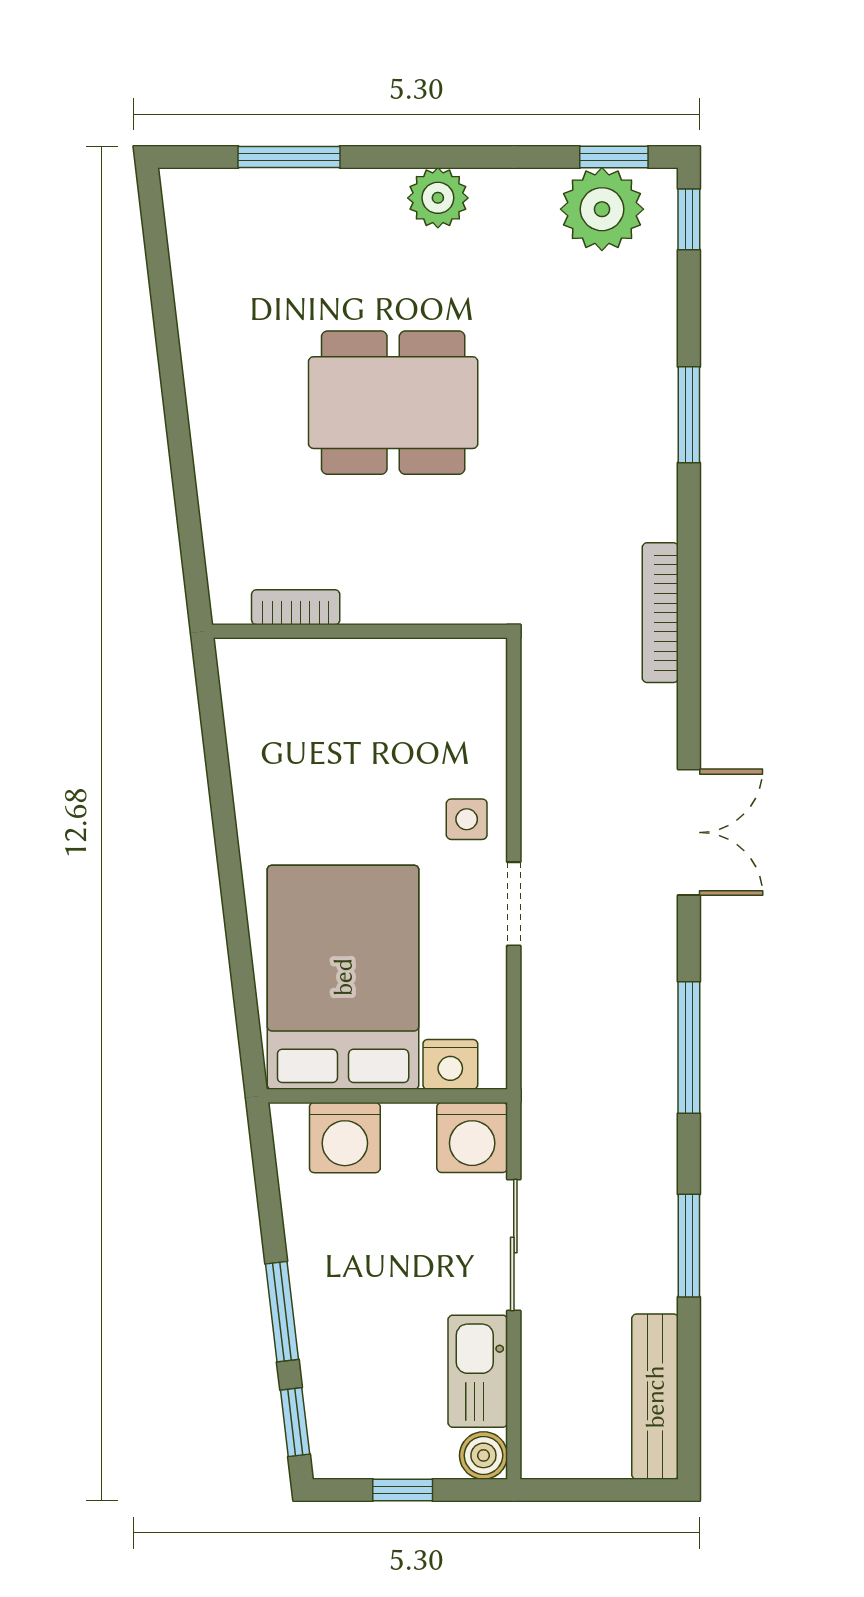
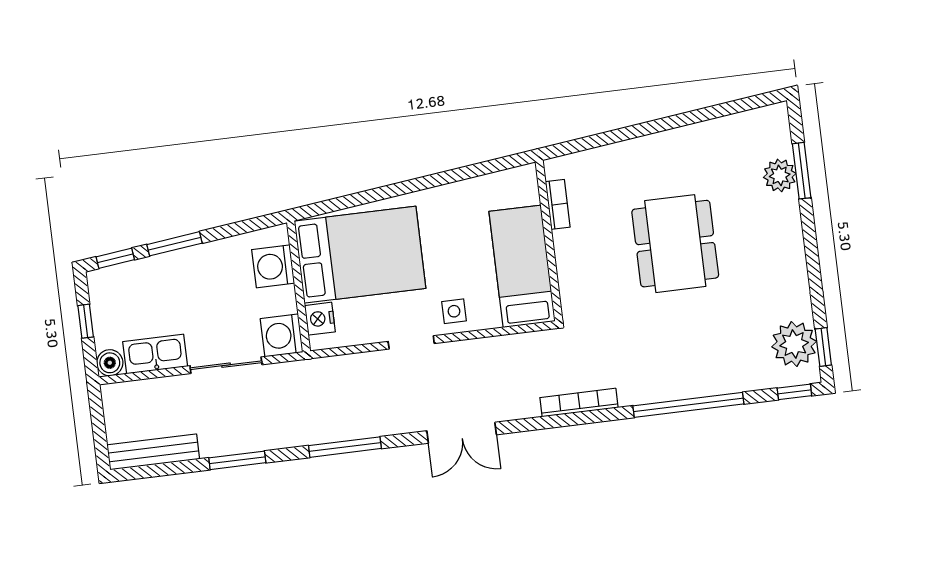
plant: (438, 198) -> (780, 175), moved
window: (689, 415) -> (688, 405), width x2.11
bed: (400, 686) -> (522, 266), added

